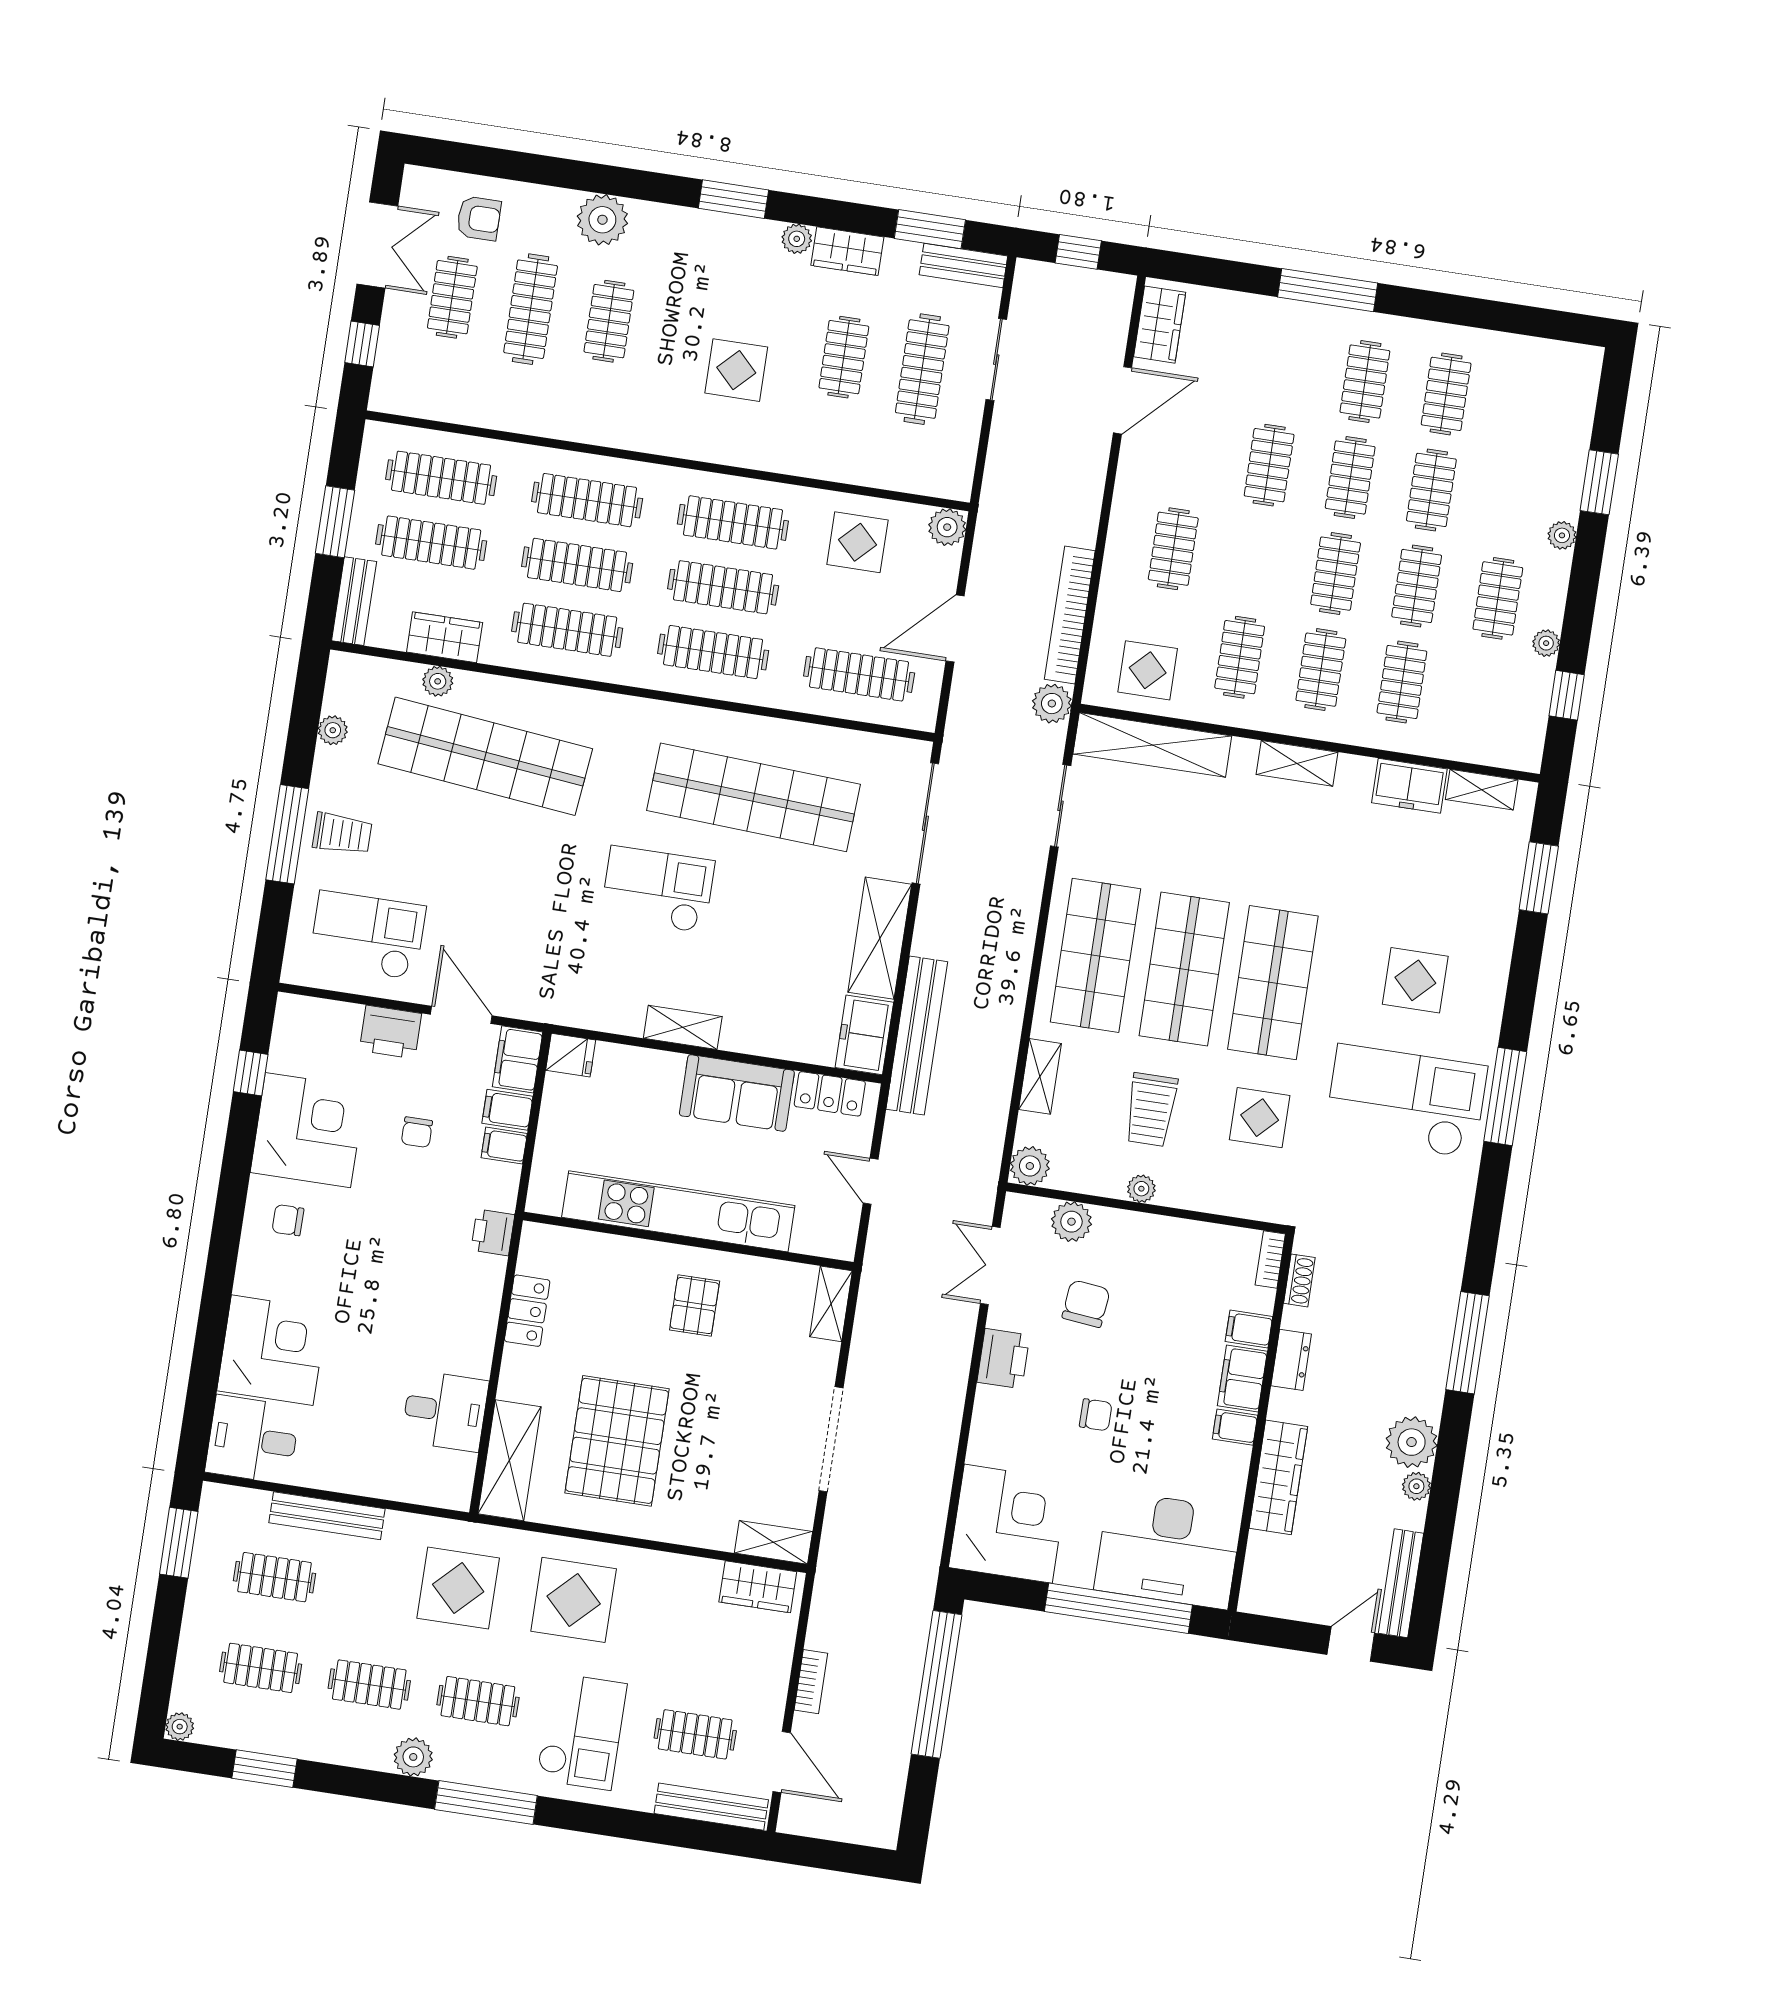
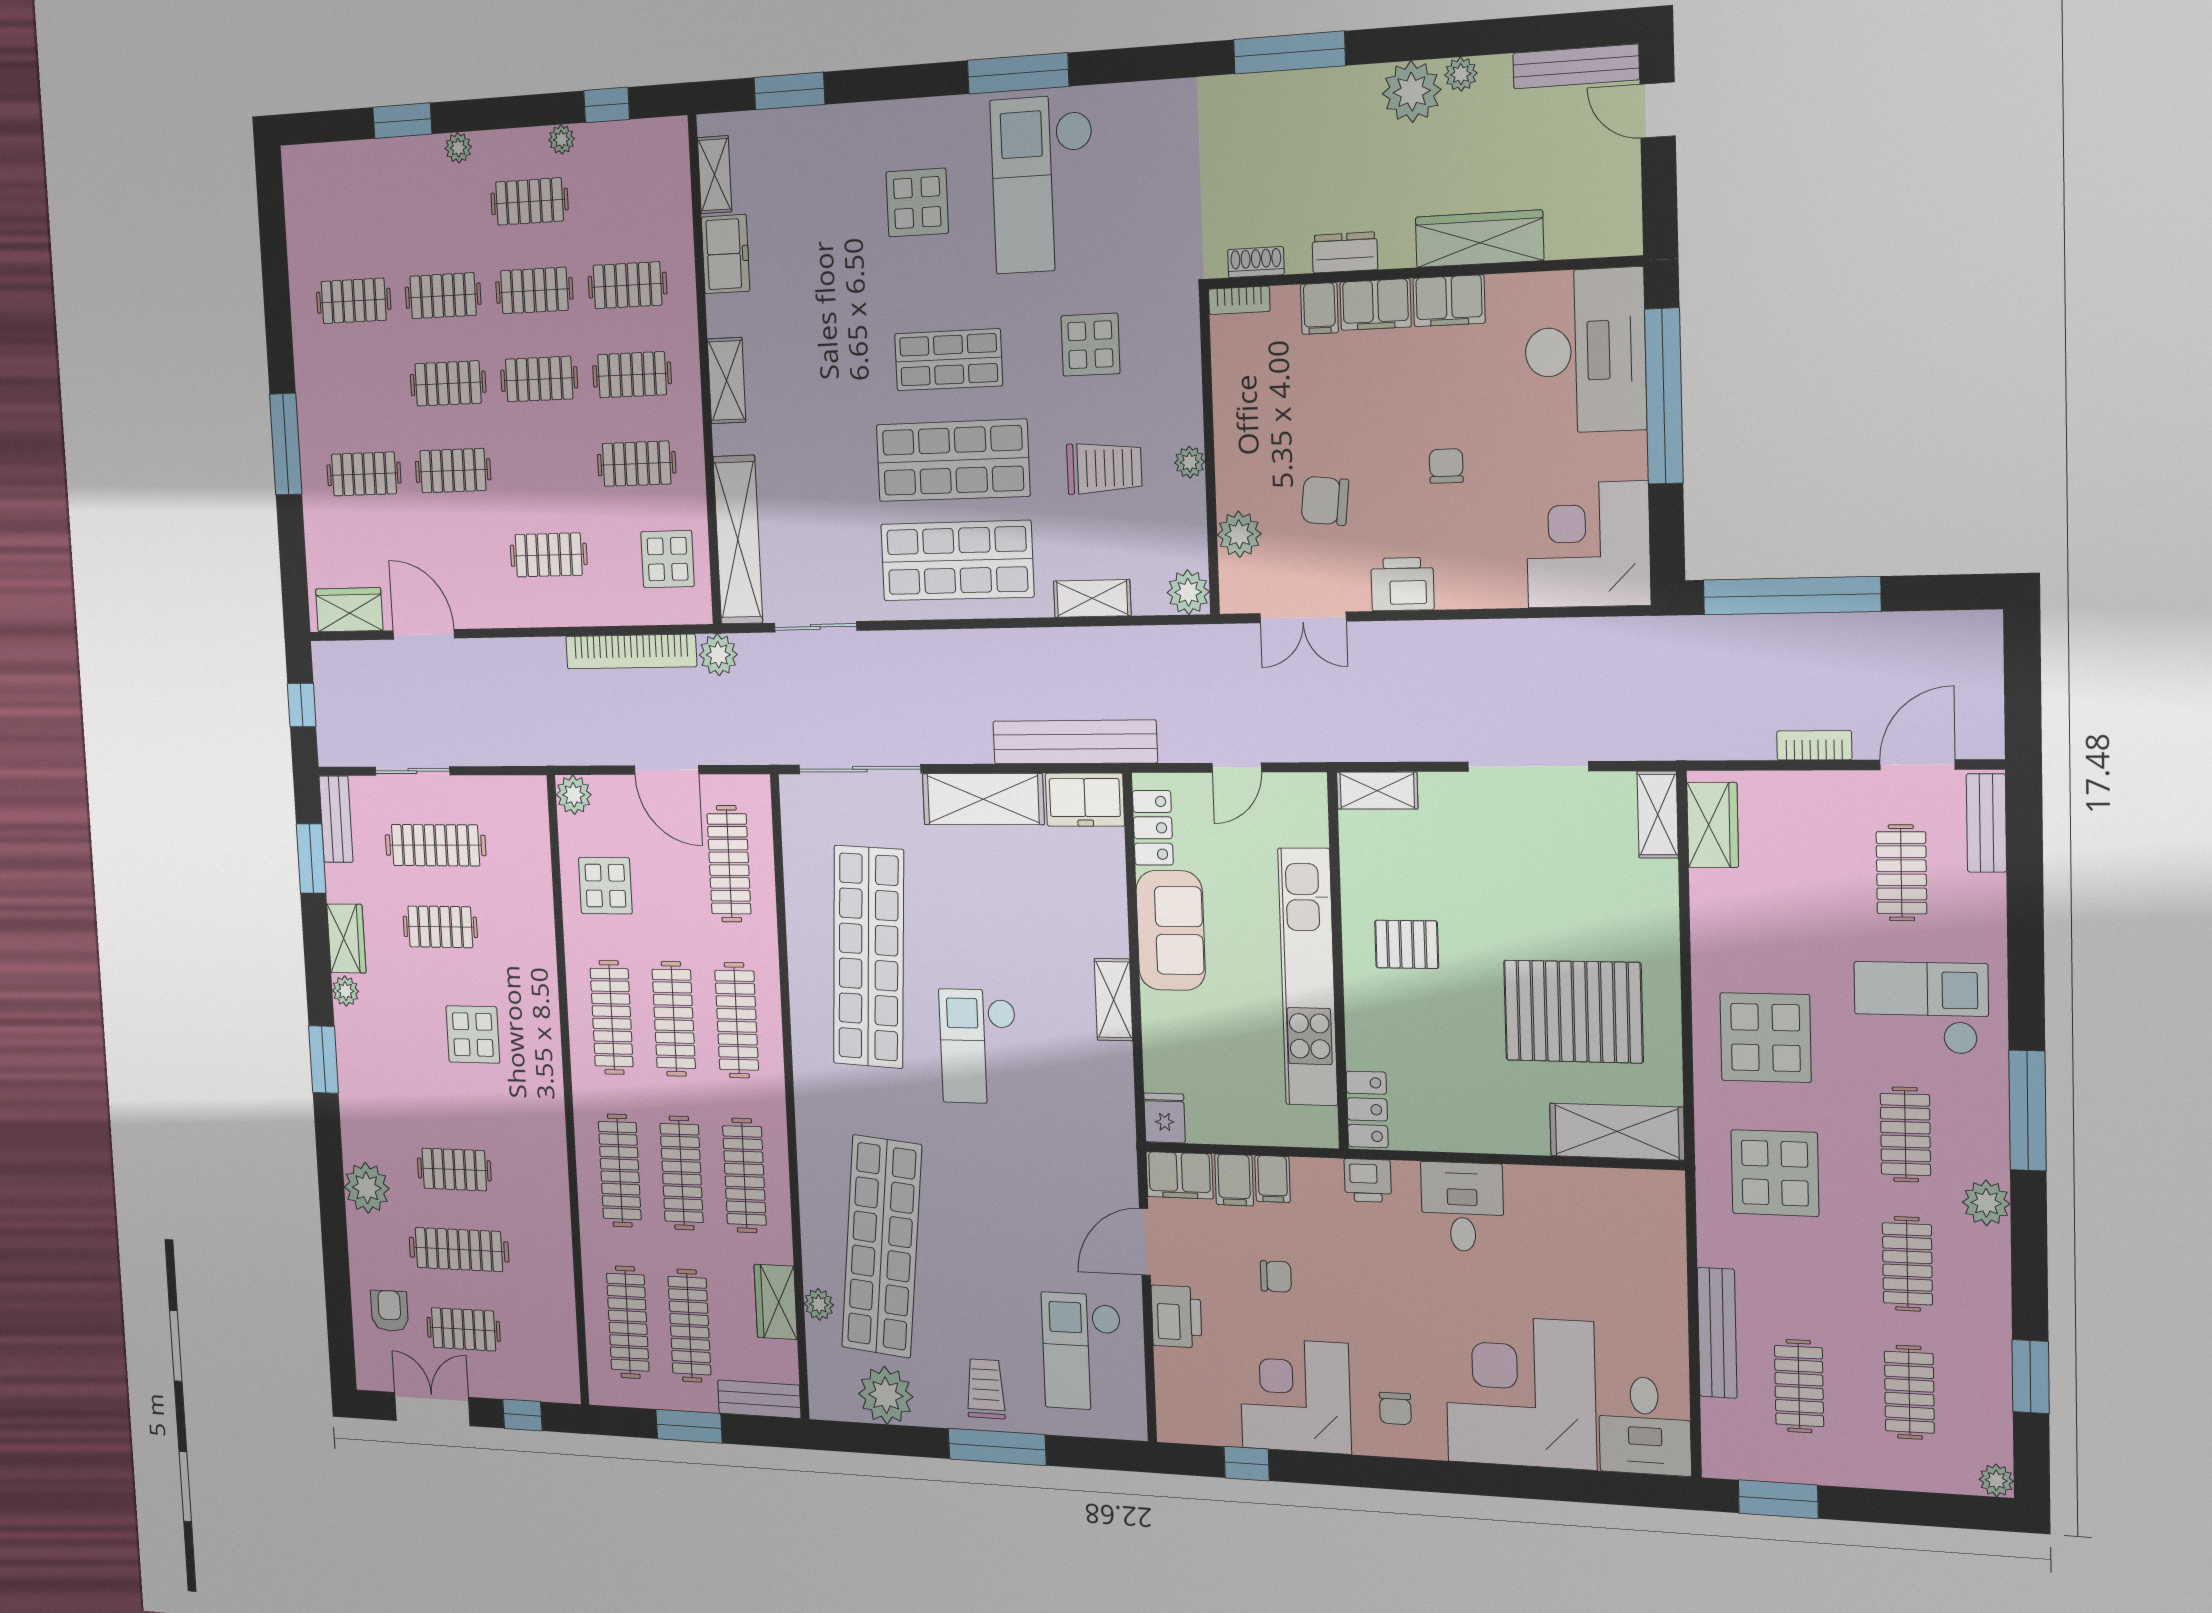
clothes rail: (1365, 382) -> (364, 474), moved
plant: (333, 730) -> (886, 1395), width x1.88, depth x1.88
shop shelf: (1273, 983) -> (949, 360), width x0.70, depth x0.74
locker: (527, 1311) -> (1367, 1109), moved, turned 90
corner desk: (272, 1350) -> (1520, 1392), width x1.36, depth x1.36
desk: (445, 1411) -> (1462, 1207), moved
filing cabinet: (1235, 1427) -> (1449, 301), width x2.00
bench: (711, 1807) -> (1986, 823), width x0.73

